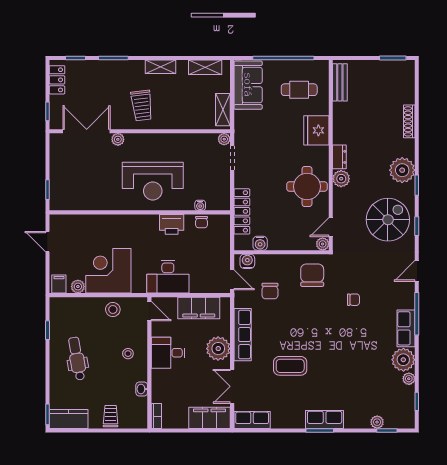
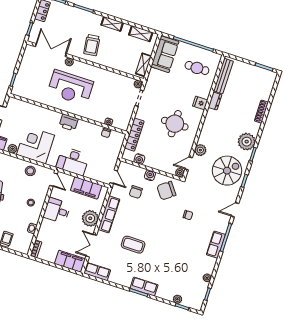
bench: (340, 82) -> (223, 76), width x1.36
fridge: (316, 130) -> (200, 103), width x0.53, depth x0.75
dresser: (339, 157) -> (215, 101), moved
plant: (341, 179) -> (200, 150), moved
reception desk: (153, 181) -> (70, 88), moved
round table: (307, 186) -> (175, 124), moved
printer: (172, 224) -> (69, 122), moved
water cooler: (247, 261) -> (150, 175), moved
chair: (312, 275) -> (166, 191), turned -127
plant: (403, 360) -> (208, 264), removed

